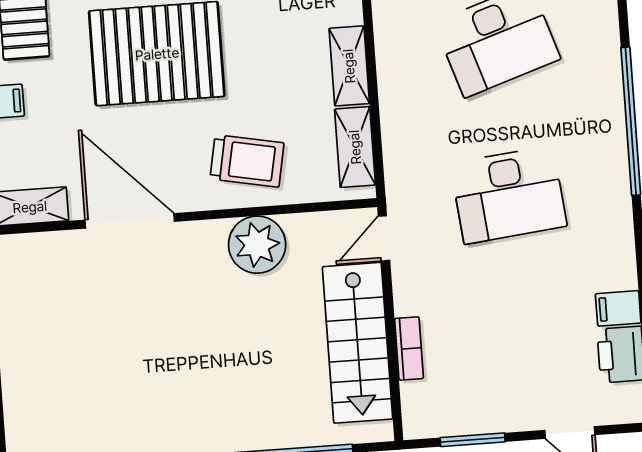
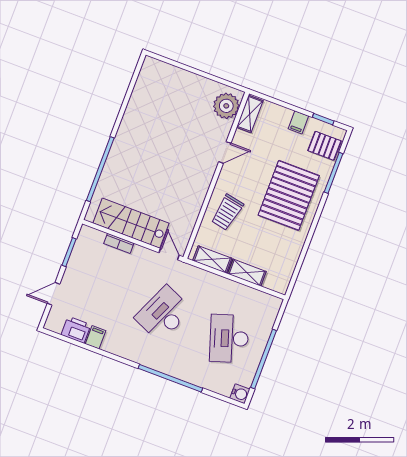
desk: (509, 195) -> (163, 314), turned 30
door: (130, 221) -> (225, 152), width x0.53
plant: (257, 245) -> (226, 106), moved

